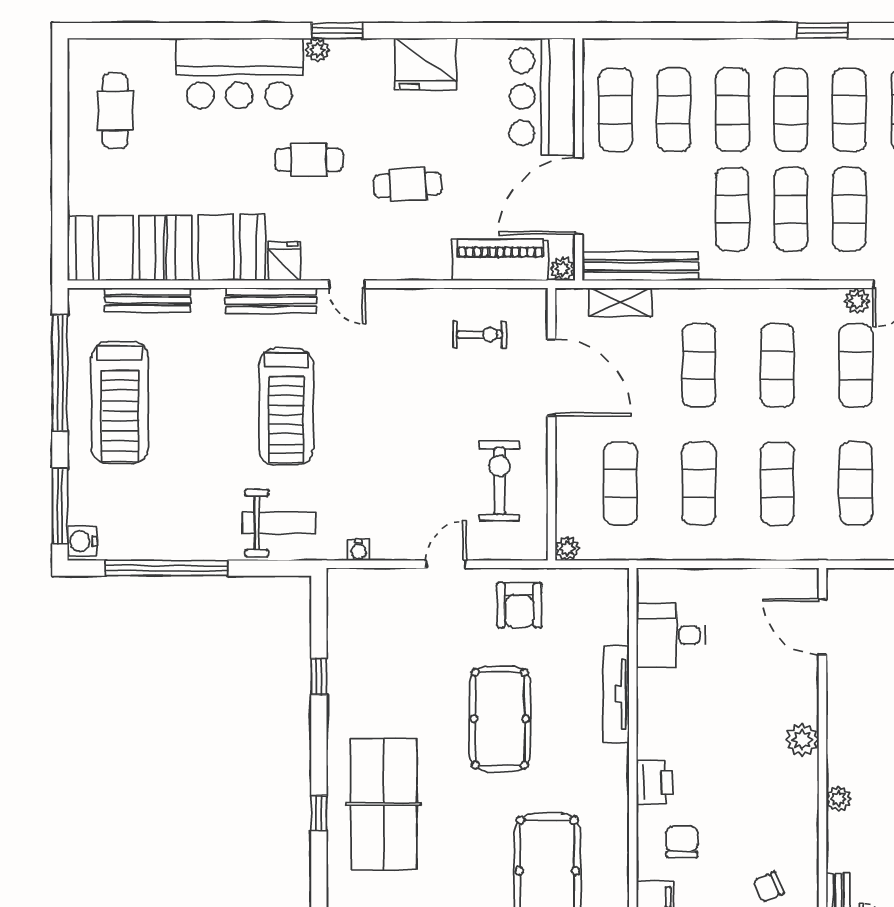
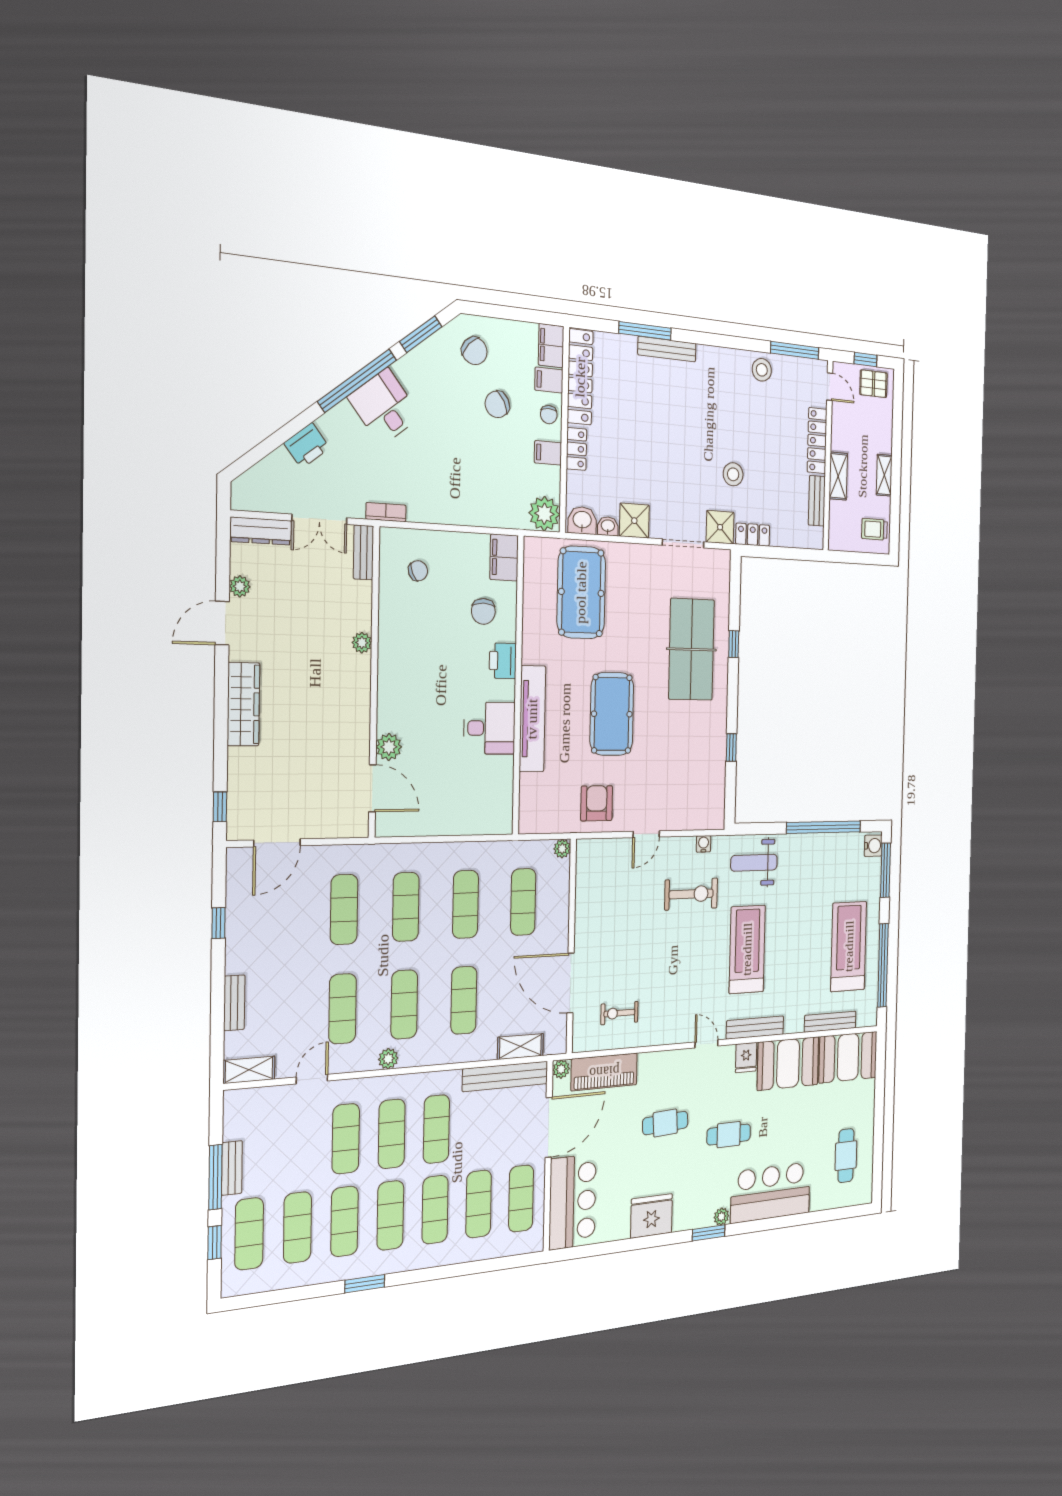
plant: (857, 301) -> (388, 1059), moved
exercise bike: (500, 481) -> (691, 894), moved, turned -90
desk: (671, 635) -> (489, 728), moved
tv unit: (616, 694) -> (532, 719), width x1.36, depth x1.29
plant: (802, 740) -> (389, 747), moved

